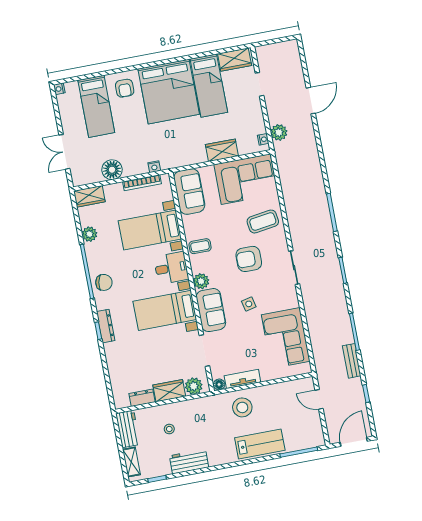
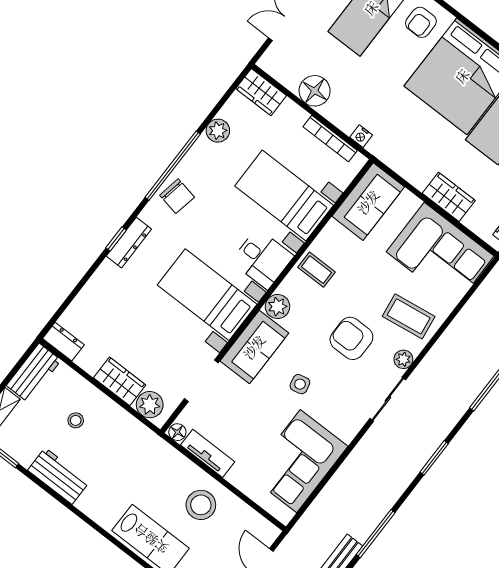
plant: (281, 243) -> (403, 359), added
dresser: (142, 398) -> (63, 342), moved
stool: (242, 407) -> (201, 505), moved

